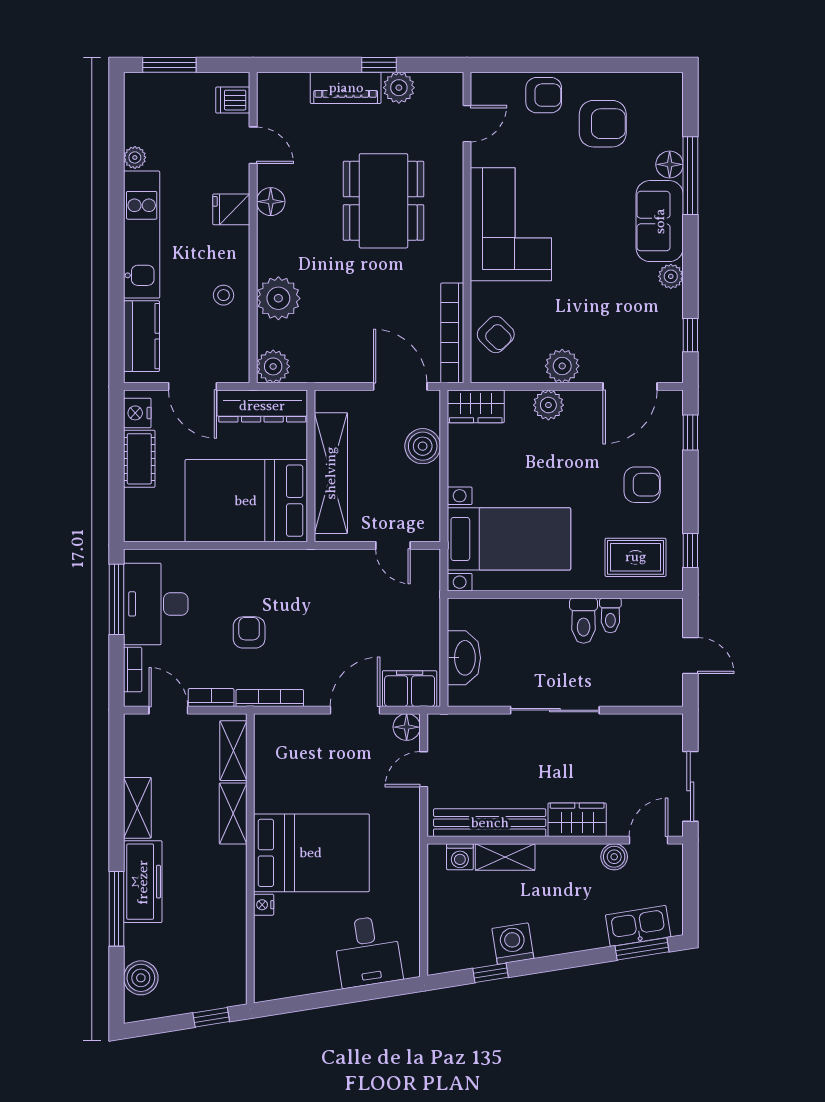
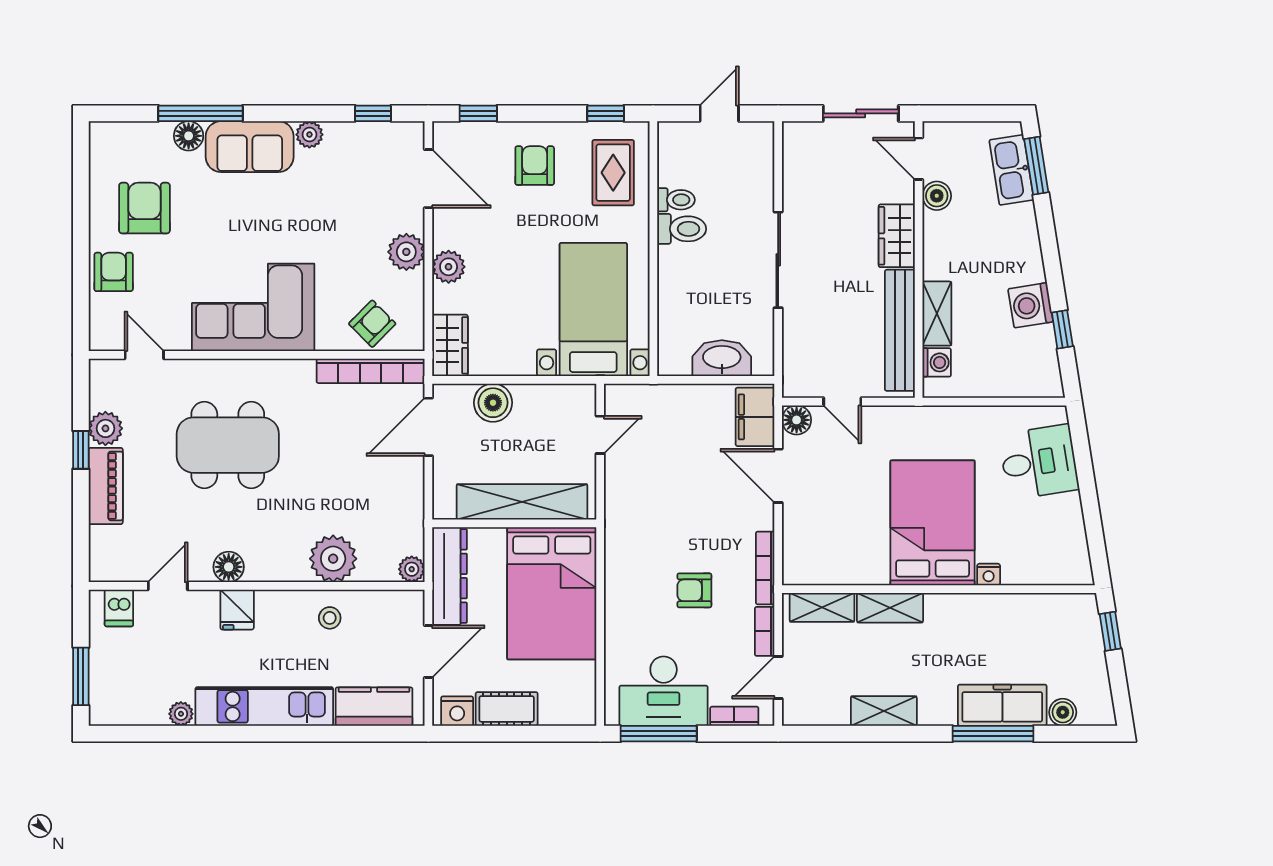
plant: (273, 366) -> (412, 569), width x0.73, depth x0.73
freezer: (143, 882) -> (1002, 705), moved
boiler: (141, 978) -> (1063, 712), width x0.73, depth x0.73

